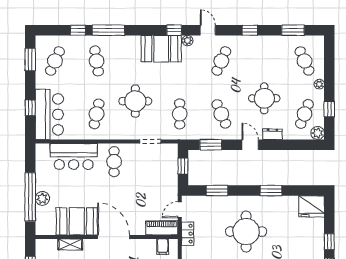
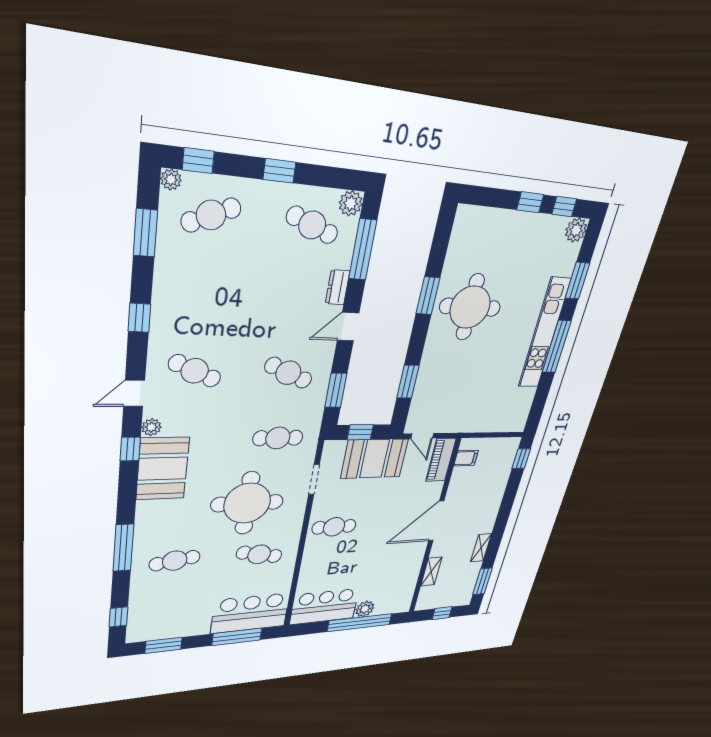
window: (78, 30) -> (118, 617), moved
window: (329, 52) -> (198, 161), added
cafe table: (55, 61) -> (169, 615), removed
plant: (319, 84) -> (171, 179), moved
round table: (264, 98) -> (272, 298), removed
round table: (135, 101) -> (247, 503), width x1.36, depth x1.36
window: (30, 108) -> (237, 637), width x2.17
window: (329, 109) -> (279, 171), moved
cafe table: (221, 114) -> (288, 373), turned 48
window: (294, 145) -> (363, 250), added
bar counter: (74, 156) -> (325, 607), moved, turned -90
fridge: (312, 206) -> (469, 228), removed
booth: (77, 221) -> (375, 459), moved, turned 90
round table: (246, 232) -> (470, 307), moved
locker: (188, 234) -> (458, 425), removed

